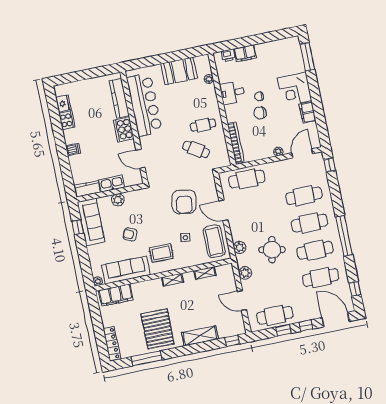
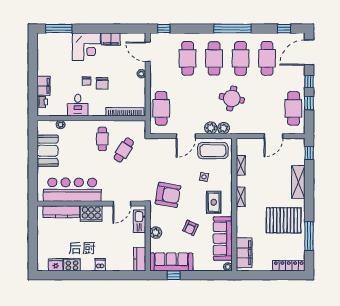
kitchen sink: (112, 184) -> (140, 221), moved
armchair: (184, 202) -> (168, 195), moved
plant: (245, 273) -> (211, 128), moved

